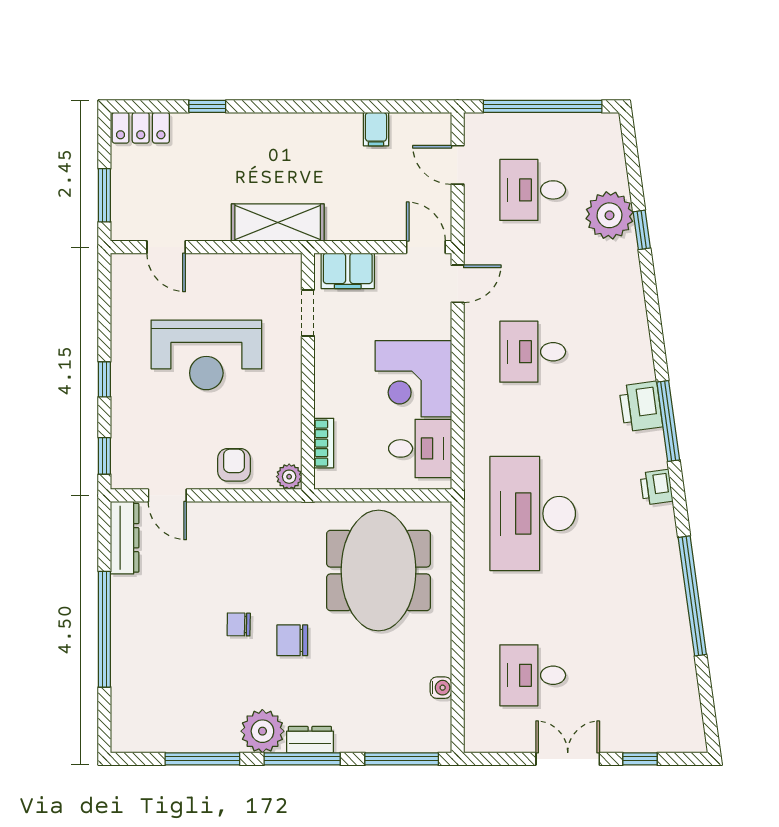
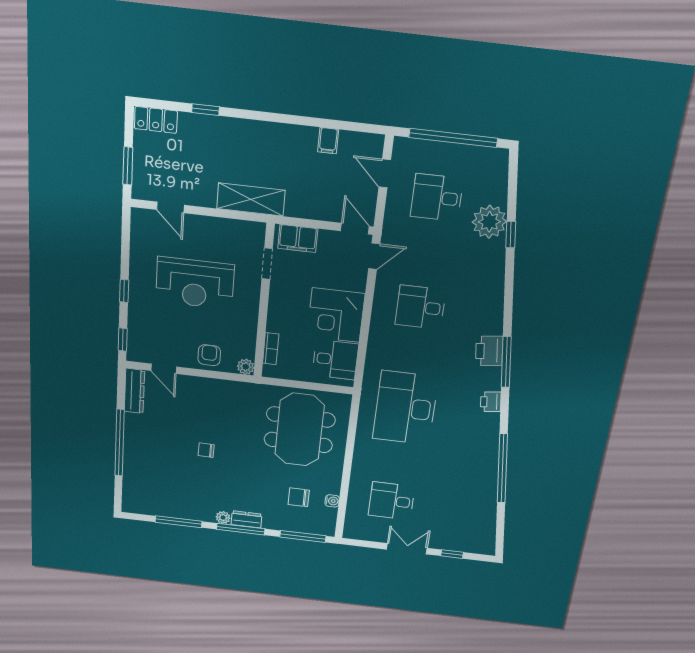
chair: (292, 640) -> (299, 497), moved
plant: (262, 731) -> (223, 518), width x0.53, depth x0.53

